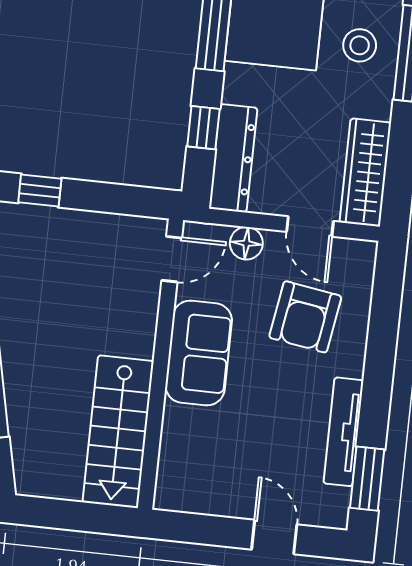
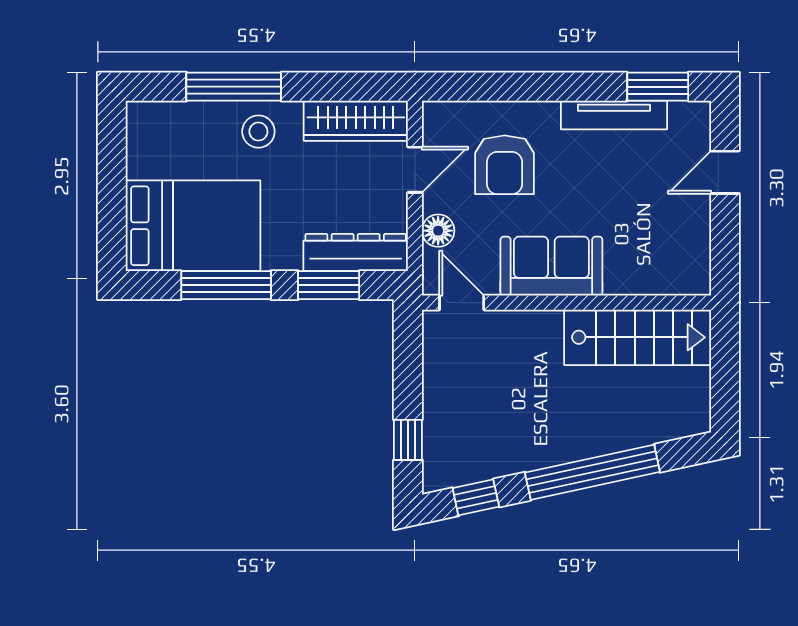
stool: (360, 45) -> (258, 132), moved
window: (203, 128) -> (329, 285), width x1.50
armchair: (305, 317) -> (505, 165), turned 81

